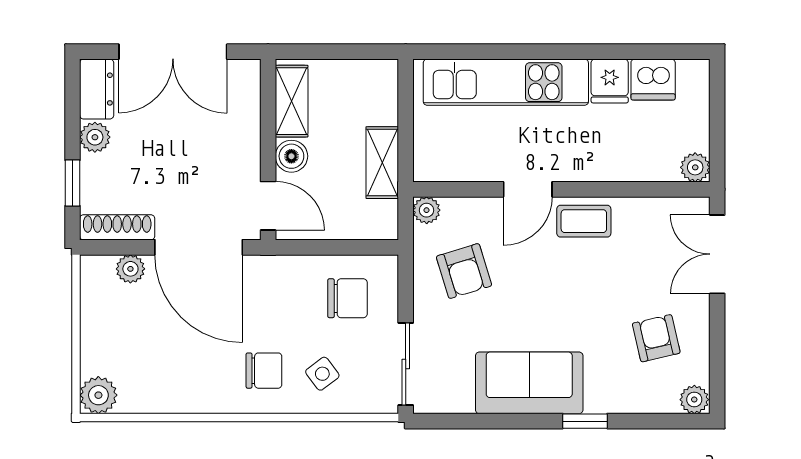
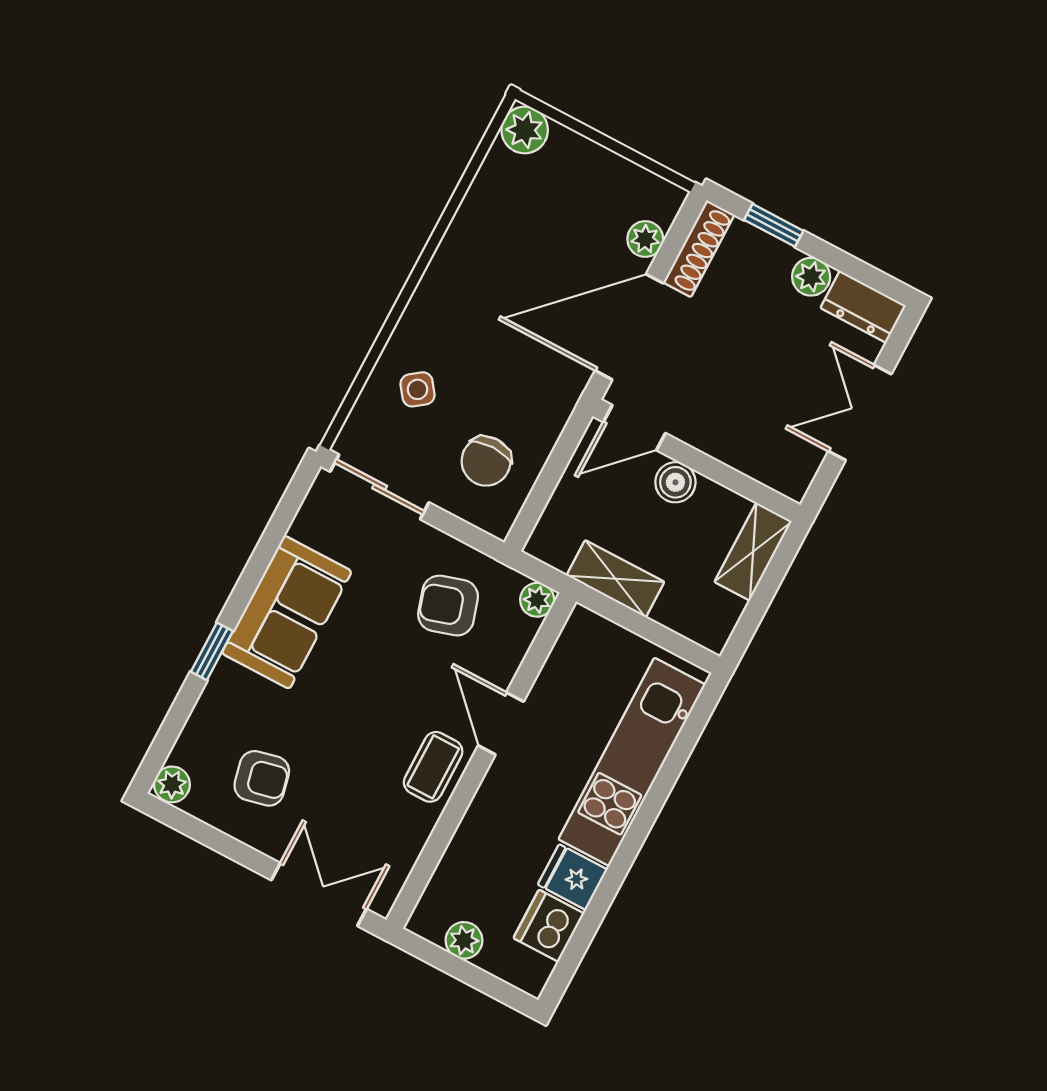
double door: (173, 52) -> (860, 413), width x0.73
shelving: (292, 101) -> (753, 552), moved, turned 90
plant: (695, 167) -> (464, 940), moved
chair: (264, 371) -> (455, 327), removed

